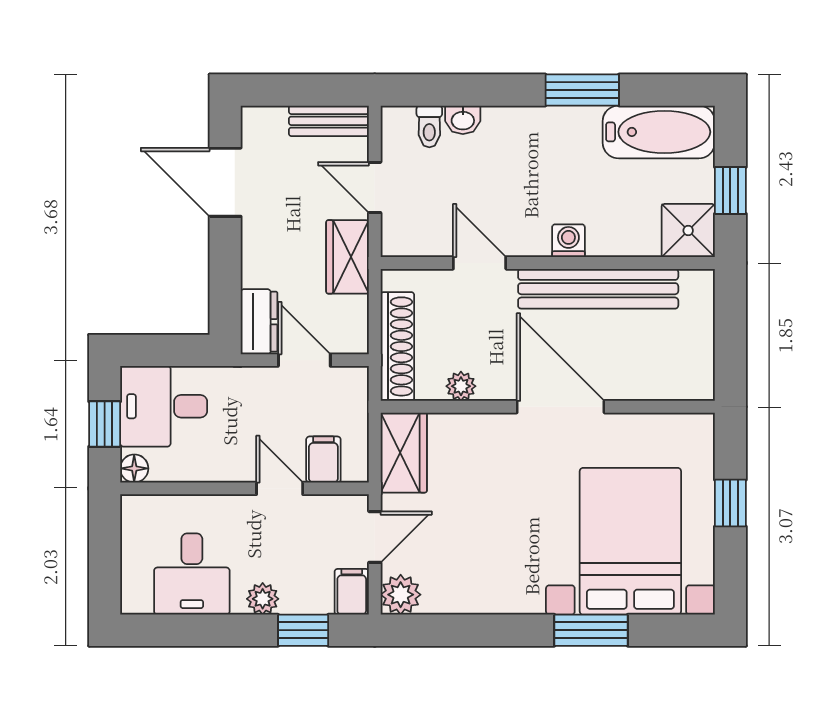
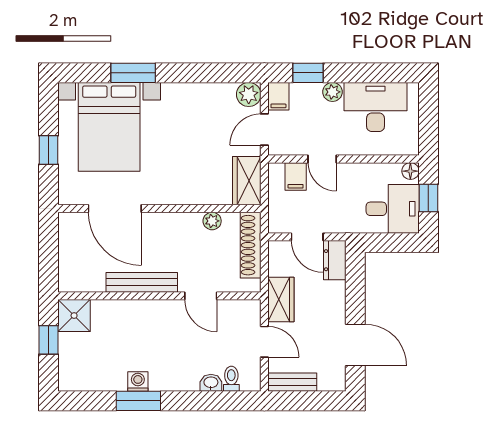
bathtub: (659, 132) -> (92, 375), removed
washing machine: (568, 241) -> (138, 381), moved, turned 180
bench: (598, 289) -> (142, 282), width x0.73, depth x0.82
door: (561, 407) -> (115, 209), moved
desk: (192, 574) -> (375, 107), width x1.37

